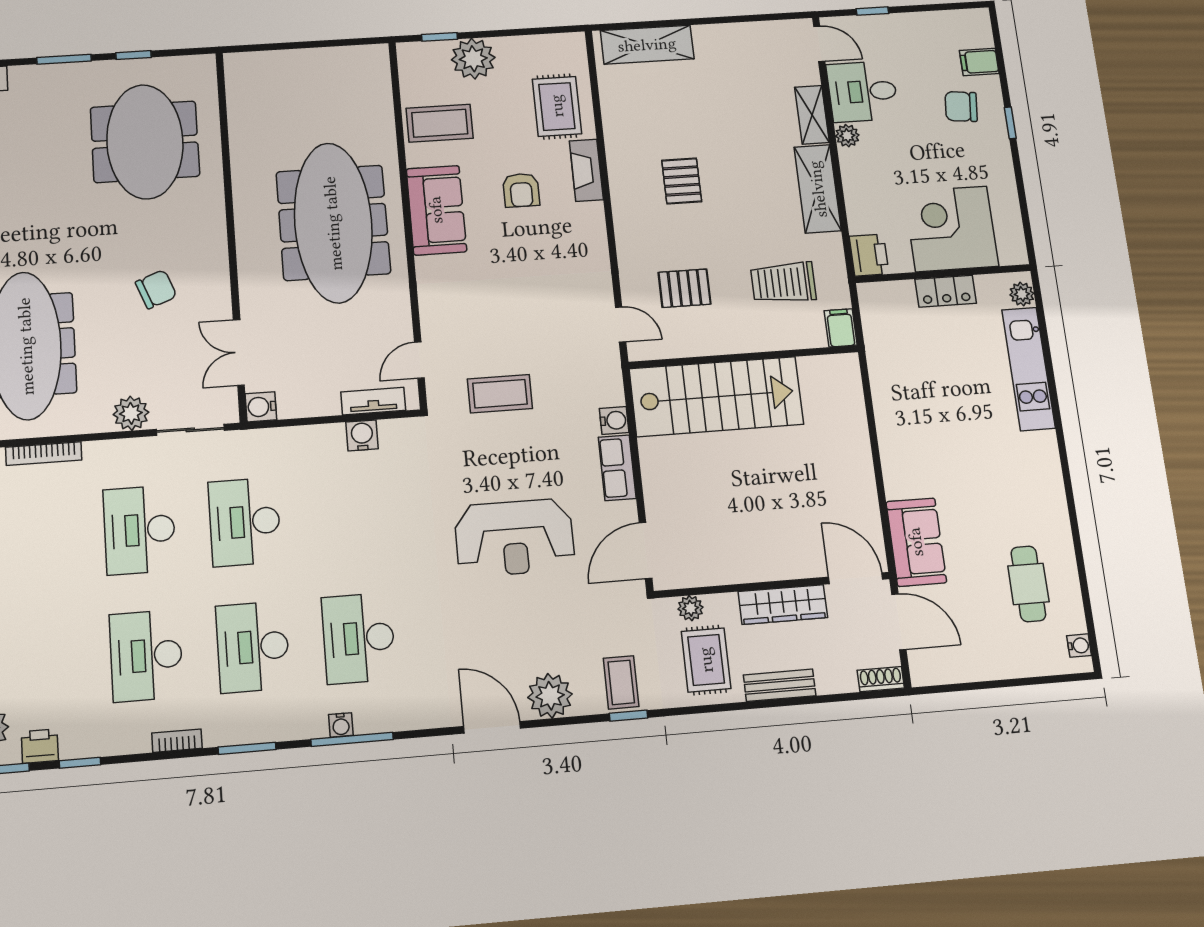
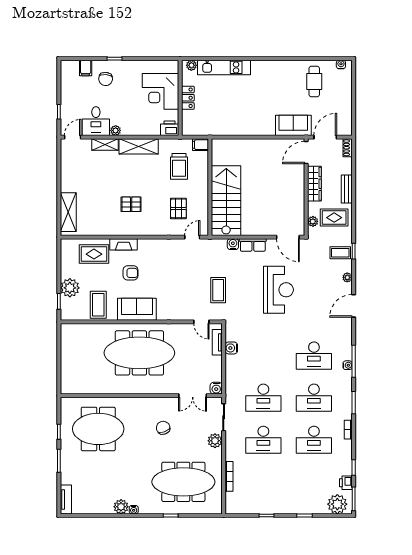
cafe table: (1028, 584) -> (314, 81), turned 90
plant: (550, 696) -> (347, 277), width x0.53, depth x0.53

